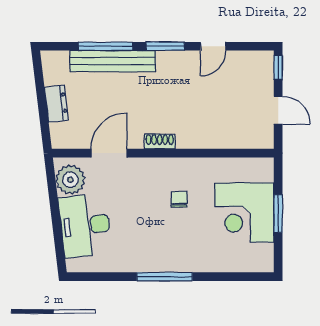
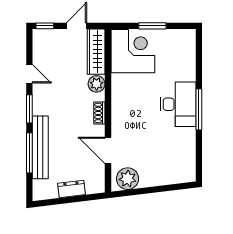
wardrobe: (243, 137) -> (96, 52), added
plant: (199, 138) -> (97, 84), added
chair: (179, 199) -> (142, 99), removed
corner desk: (244, 212) -> (133, 51), moved, turned -90
desk: (85, 225) -> (178, 104), moved, turned -83

